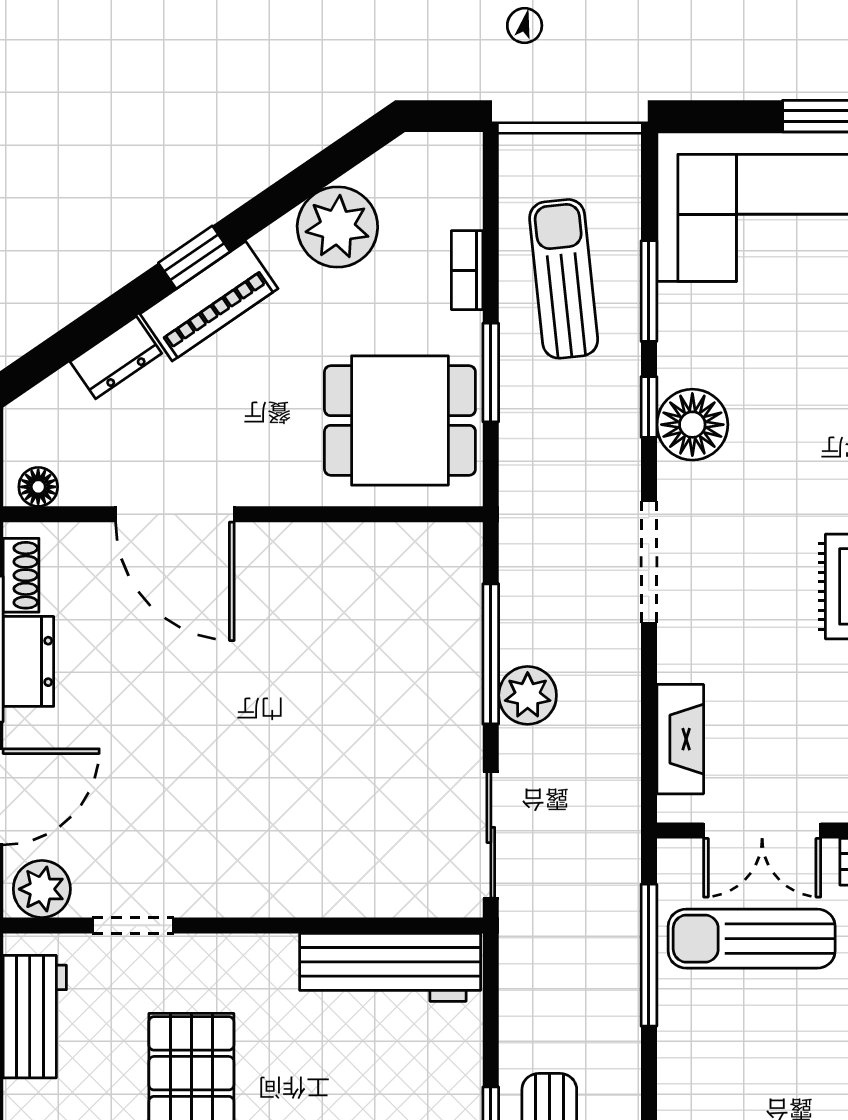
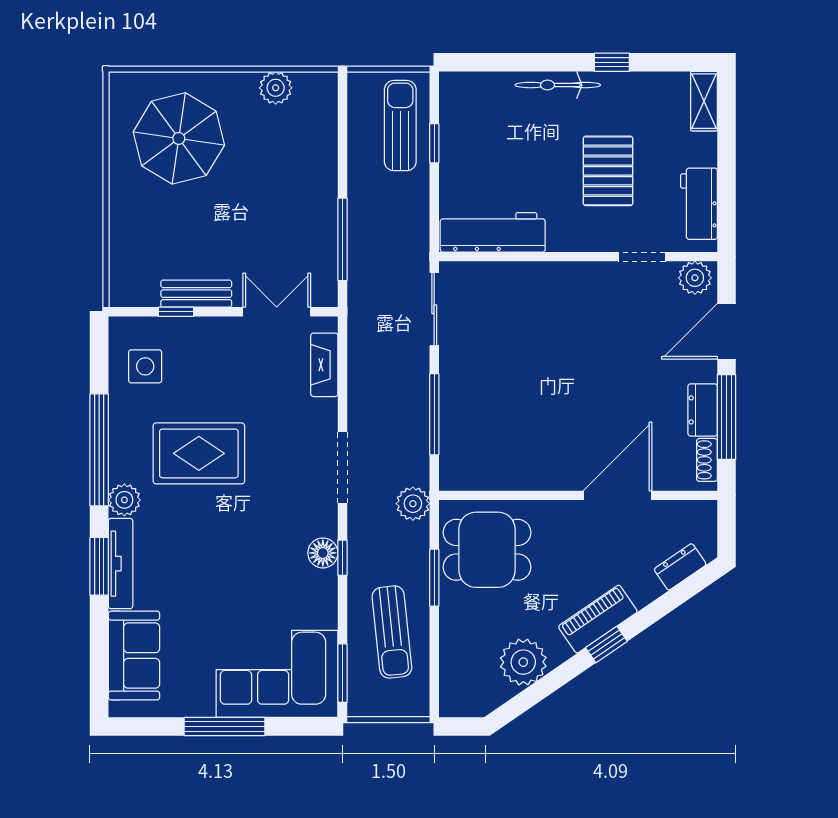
bookcase: (467, 270) -> (448, 637), removed
window: (649, 291) -> (342, 673), moved
dresser: (116, 358) -> (680, 567), moved
floor lamp: (692, 425) -> (323, 553), width x0.73, depth x0.73
floor lamp: (38, 487) -> (697, 511), removed
door: (175, 514) -> (618, 495), hinge flipped
plant: (528, 695) -> (413, 504), moved
sun lounger: (752, 939) -> (283, 249), removed

